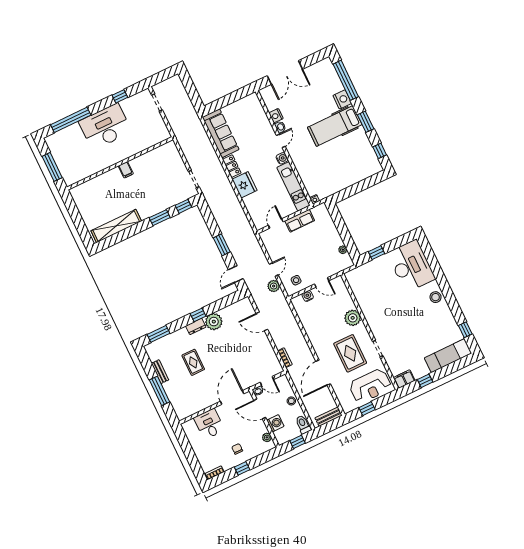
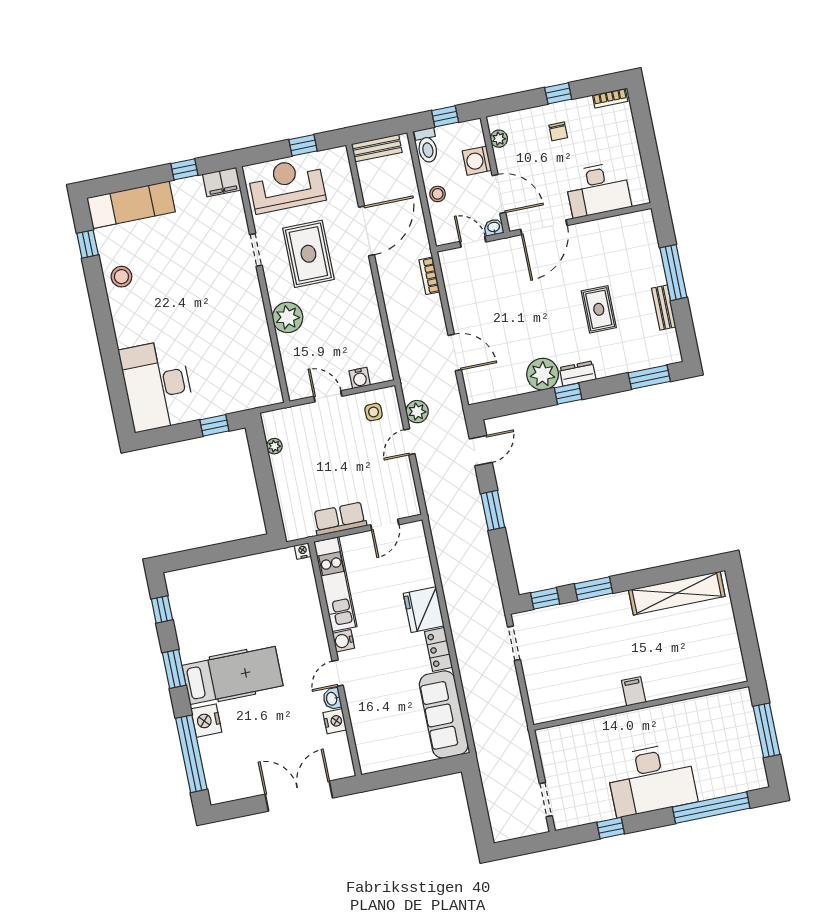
stool: (436, 297) -> (121, 277), moved
desk: (209, 424) -> (598, 190), width x1.37

